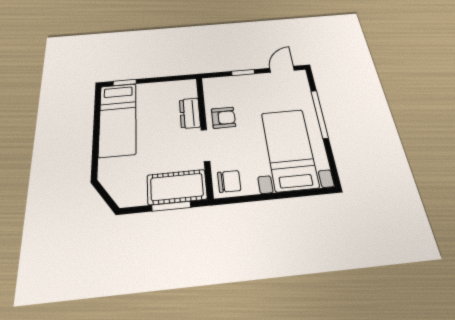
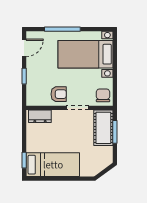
door: (282, 69) -> (24, 48), swing flipped
dresser: (190, 113) -> (40, 116), moved
armchair: (223, 118) -> (59, 94), turned 90

